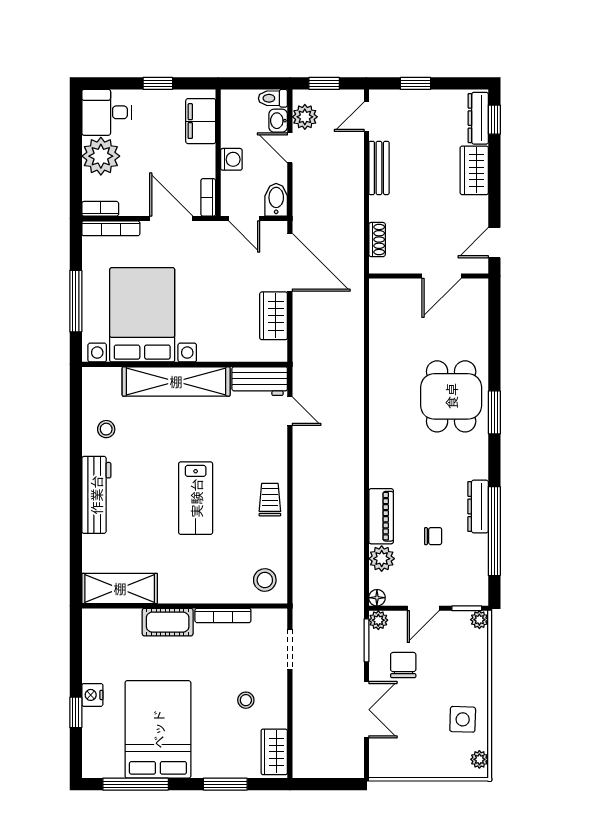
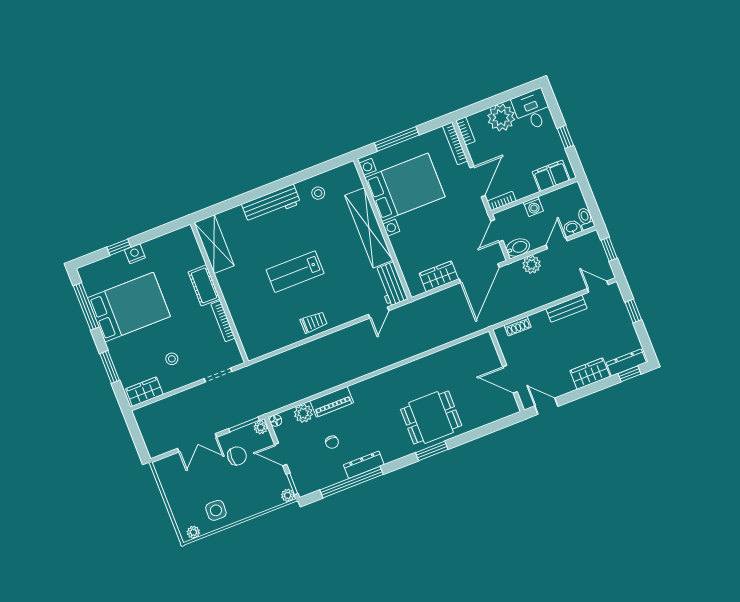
plant: (305, 117) -> (532, 264), moved
stool: (265, 580) -> (258, 340), removed

